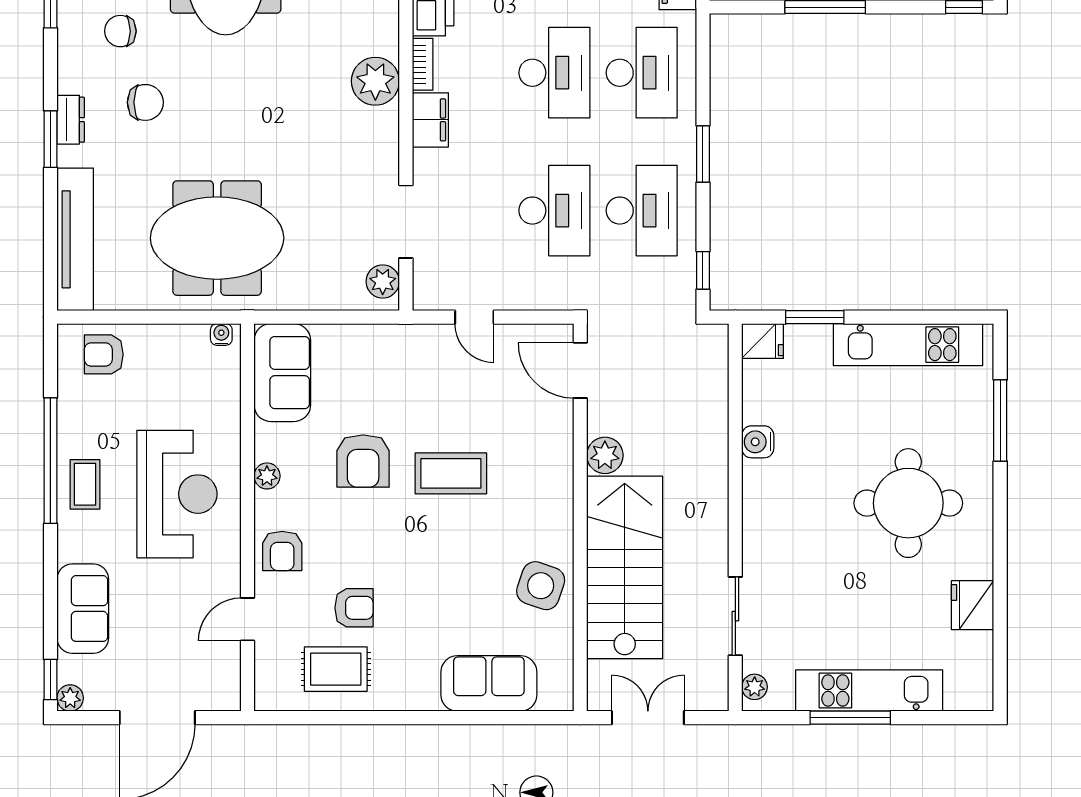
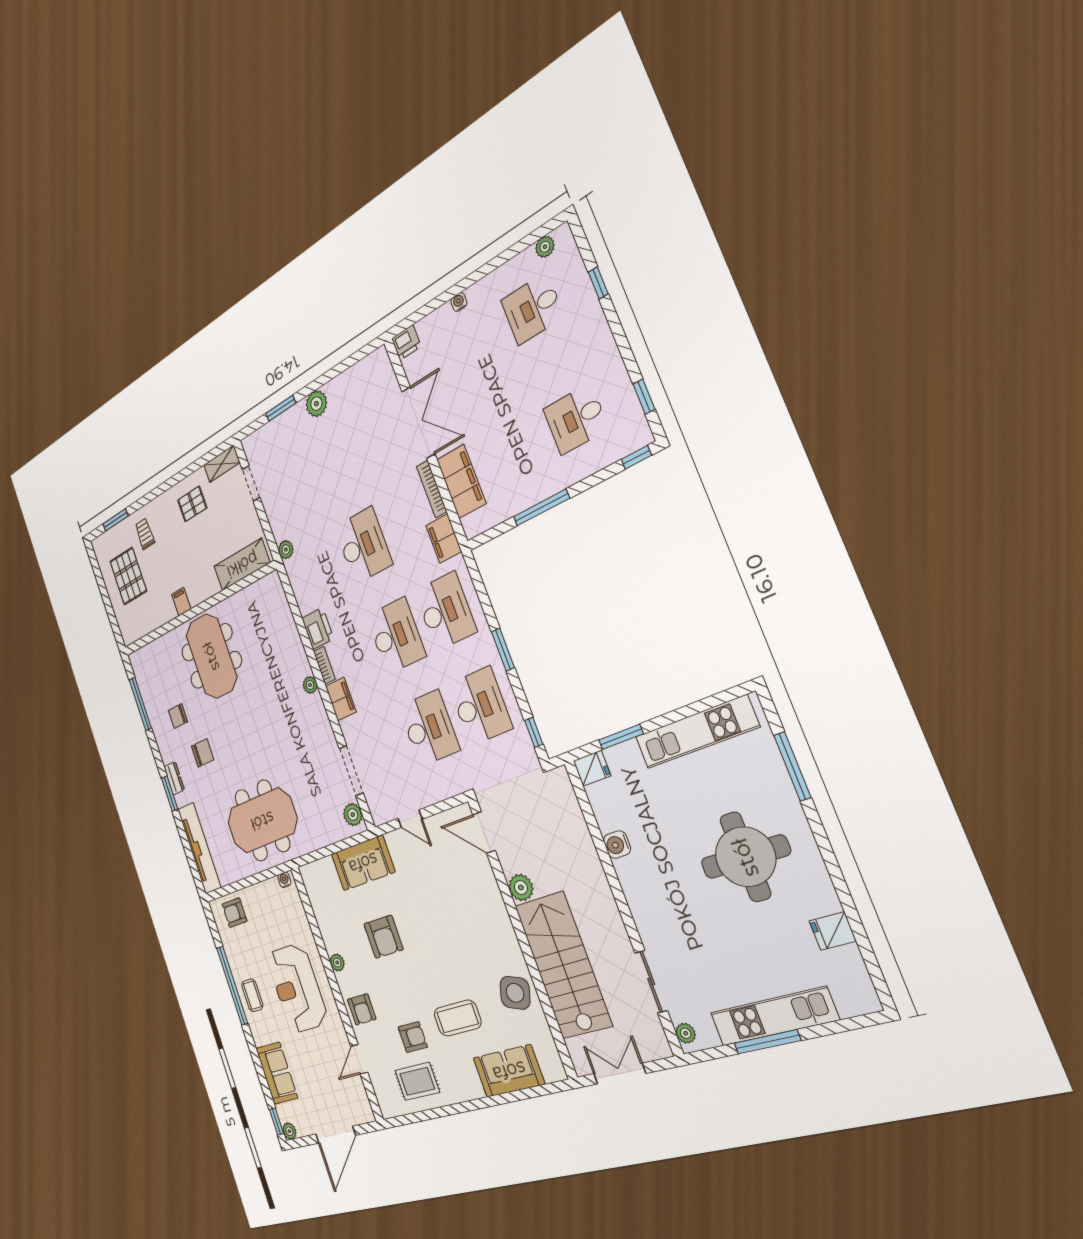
plant: (375, 81) -> (310, 685), width x0.53, depth x0.53
sofa: (282, 373) -> (363, 863), moved, turned 90
coffee table: (451, 473) -> (458, 1018), moved
reception desk: (177, 494) -> (297, 988), turned 180
fridge: (973, 605) -> (833, 931), width x0.72

